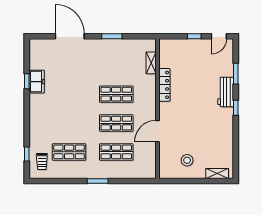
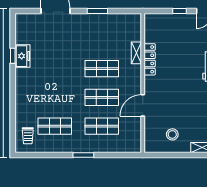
shelving: (151, 63) -> (136, 53), moved
window: (27, 154) -> (13, 128), removed

